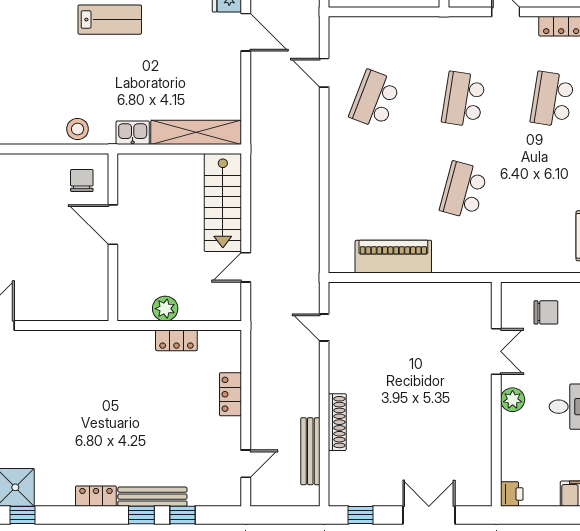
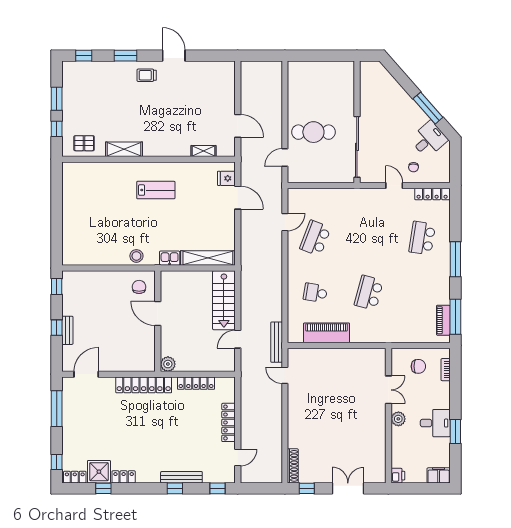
door: (324, 73) -> (285, 222), swing flipped
school desk: (464, 99) -> (315, 293), moved, width x0.54
plant: (165, 309) -> (168, 364), moved
locker: (176, 340) -> (196, 383), width x1.53
locker: (90, 343) -> (144, 385), added
locker: (230, 394) -> (228, 422), width x1.53
shoe rack: (337, 422) -> (293, 466), moved
bench: (310, 451) -> (277, 342), moved
locker: (96, 496) -> (124, 477), moved
window: (183, 515) -> (218, 488), moved

